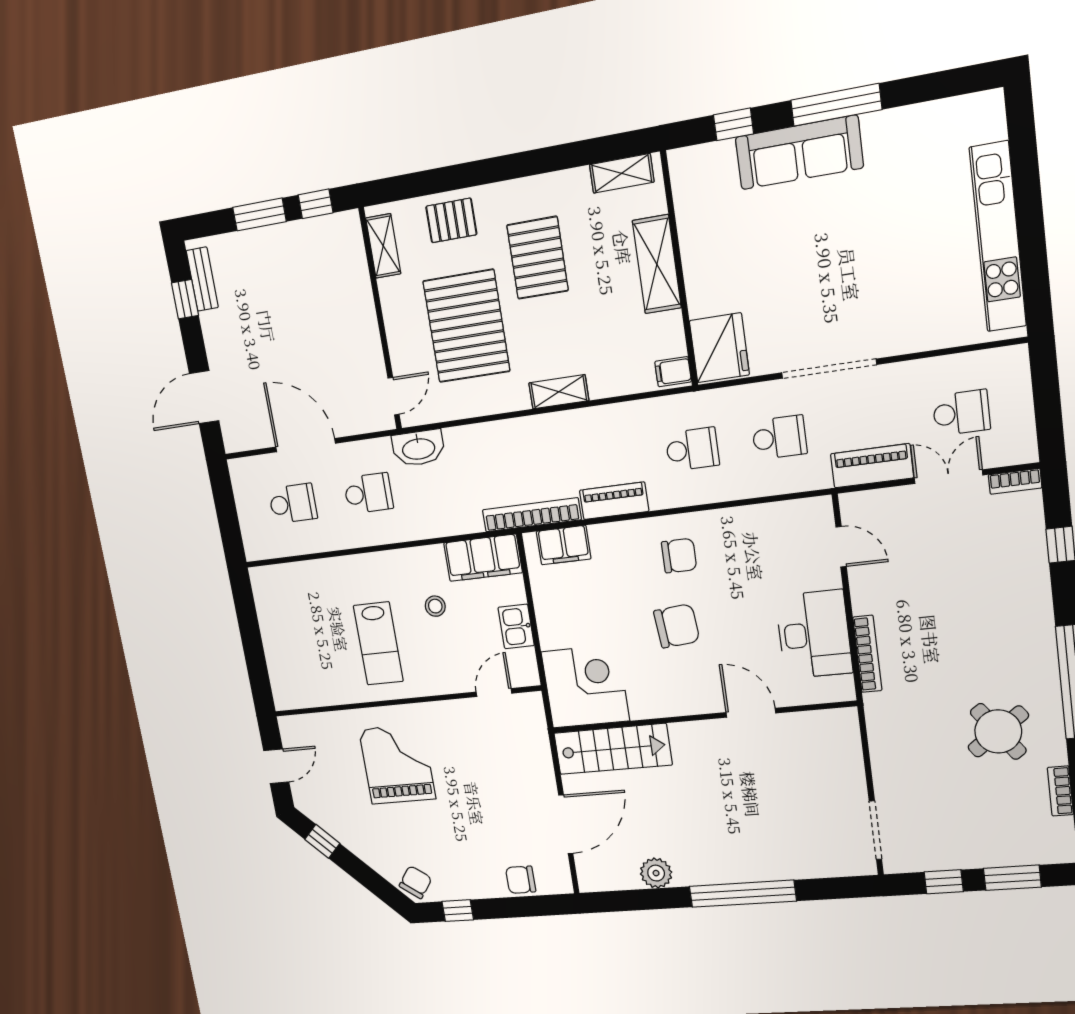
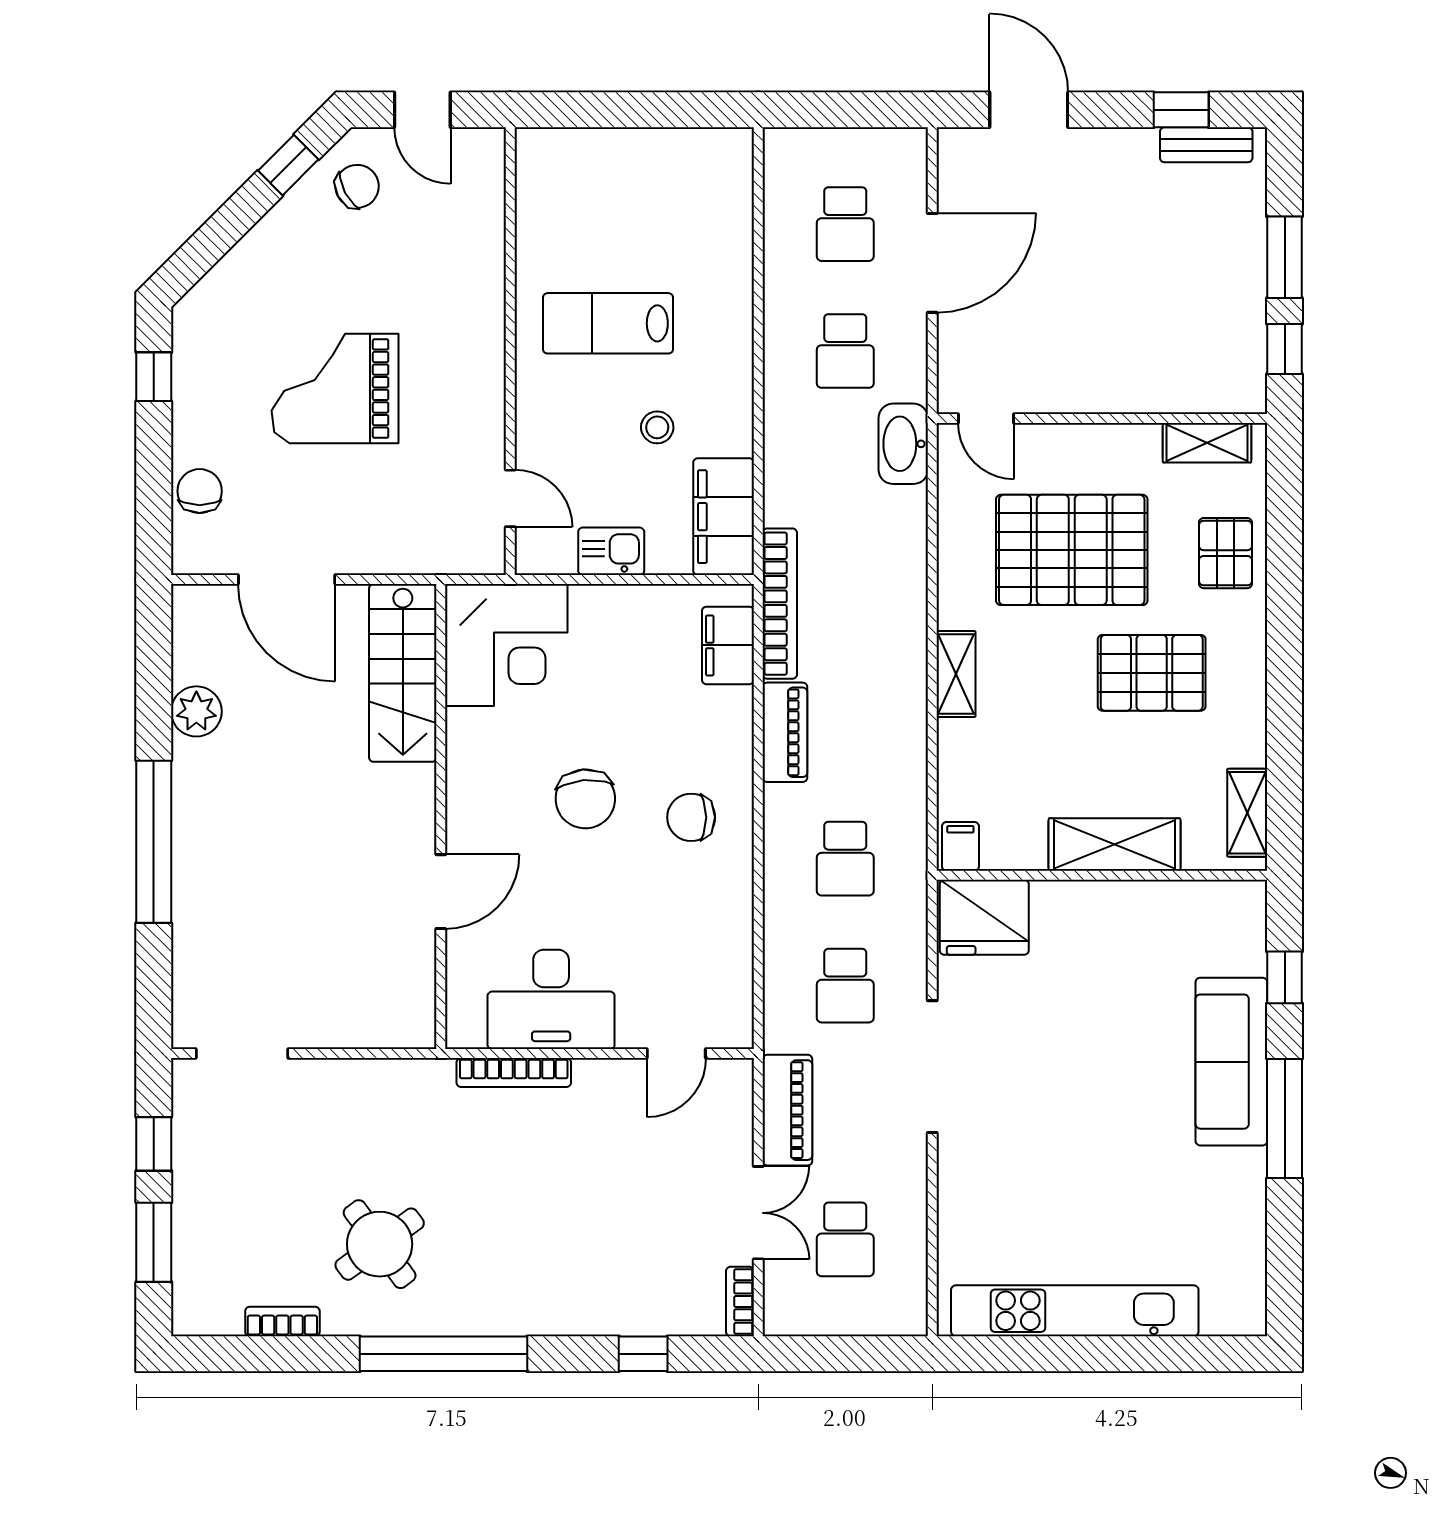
chair: (679, 556) -> (691, 817), turned 90
grand piano: (397, 764) -> (335, 389), moved, turned 180
chair: (415, 882) -> (357, 186), moved, turned -64

